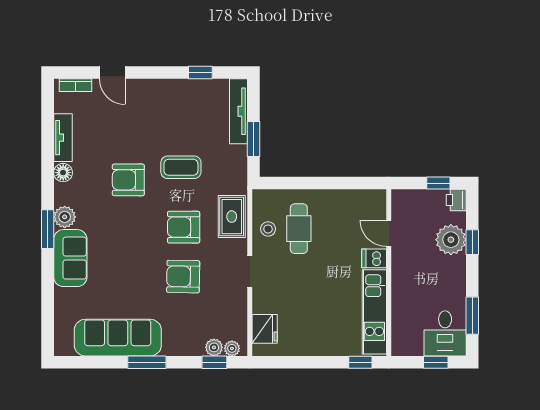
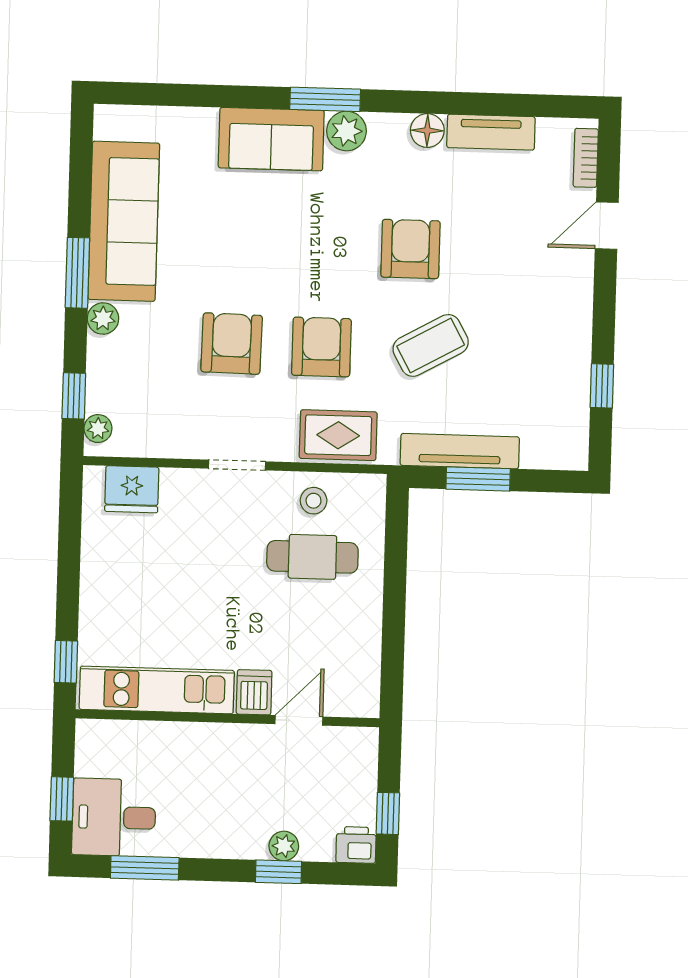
tv unit: (238, 111) -> (460, 451), moved
coffee table: (181, 167) -> (431, 345), turned 61
plant: (451, 240) -> (284, 846), width x0.53, depth x0.53
plant: (214, 347) -> (103, 318), moved

